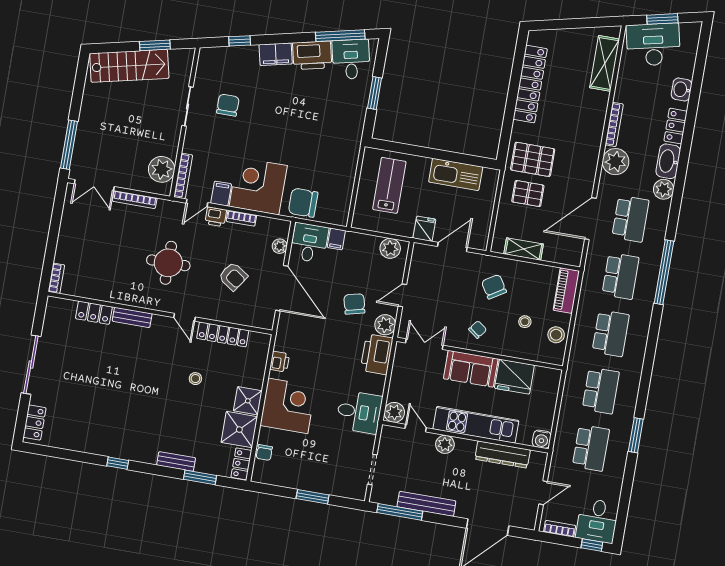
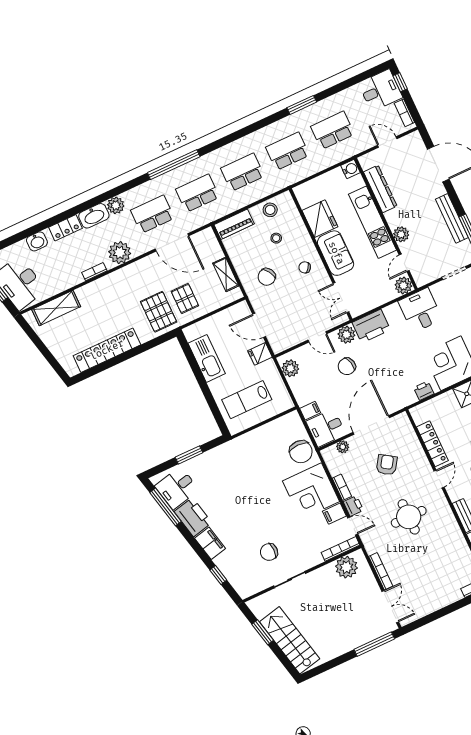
bookcase: (614, 124) -> (94, 272), width x0.64

